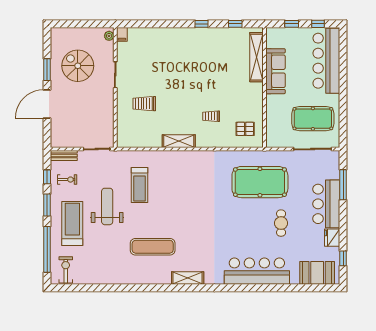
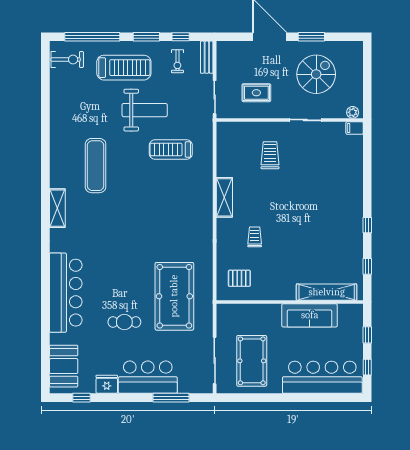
rug: (93, 115) -> (256, 93), added
pallet: (245, 129) -> (239, 278), turned 90

